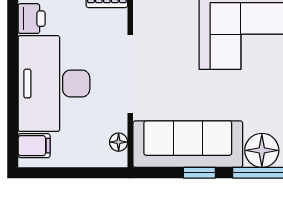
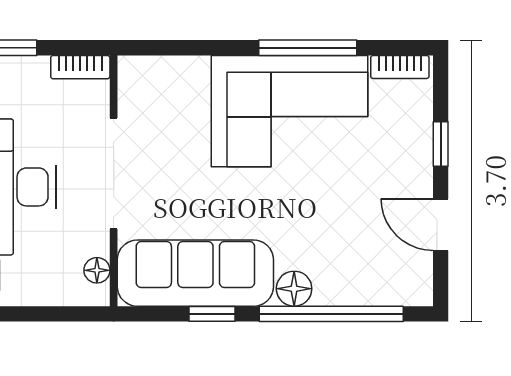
floor lamp: (262, 150) -> (294, 289), width x0.73, depth x0.73

